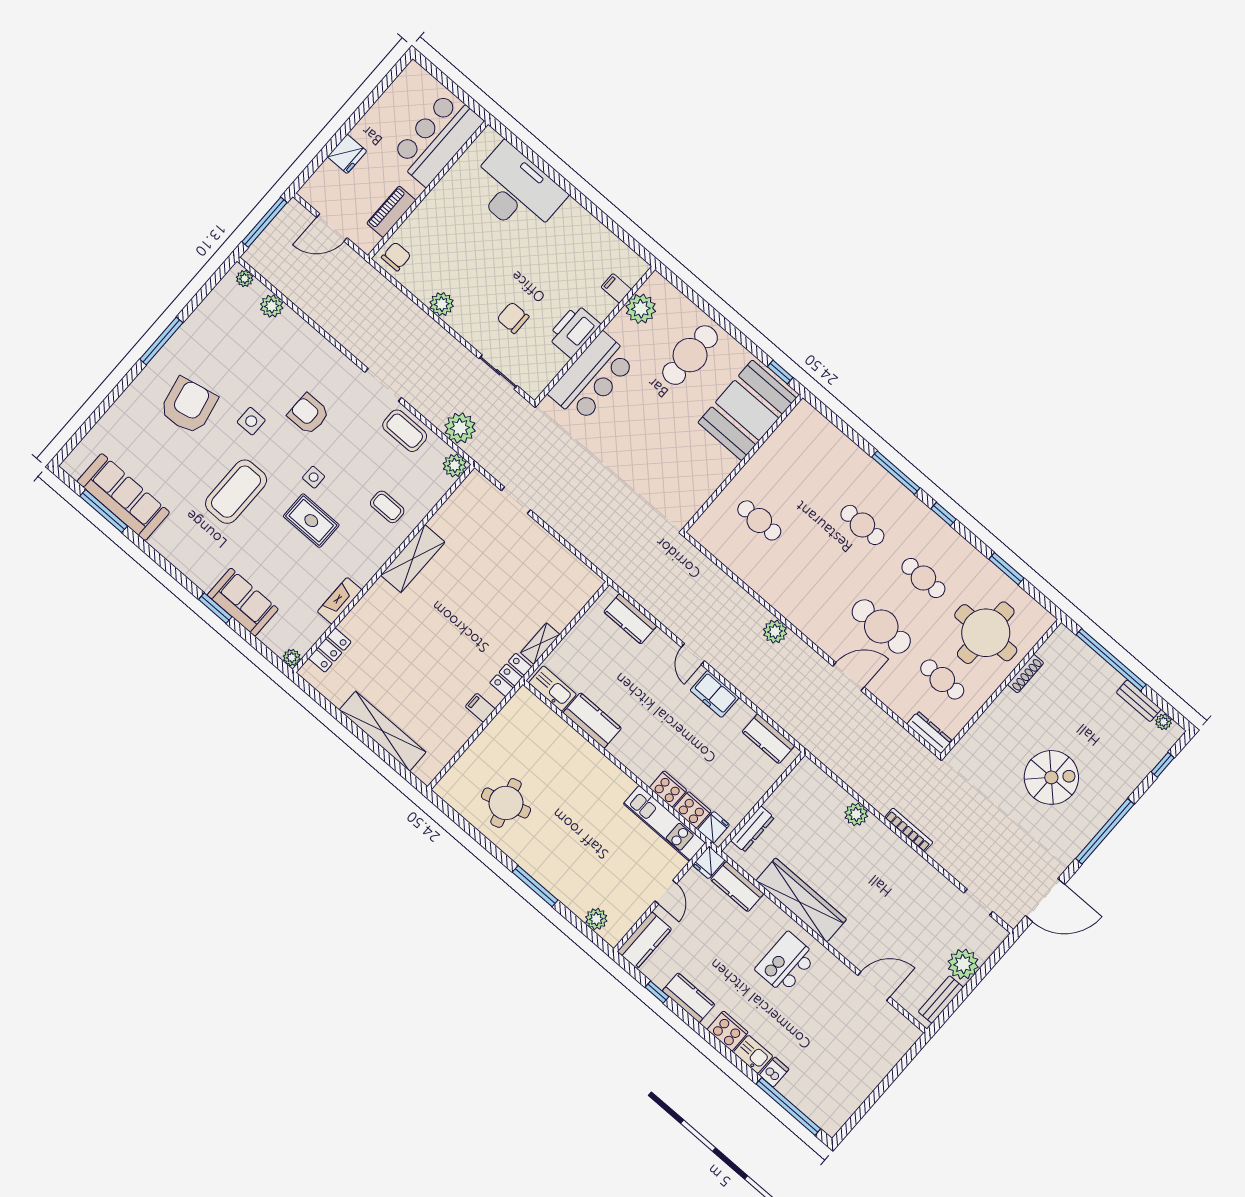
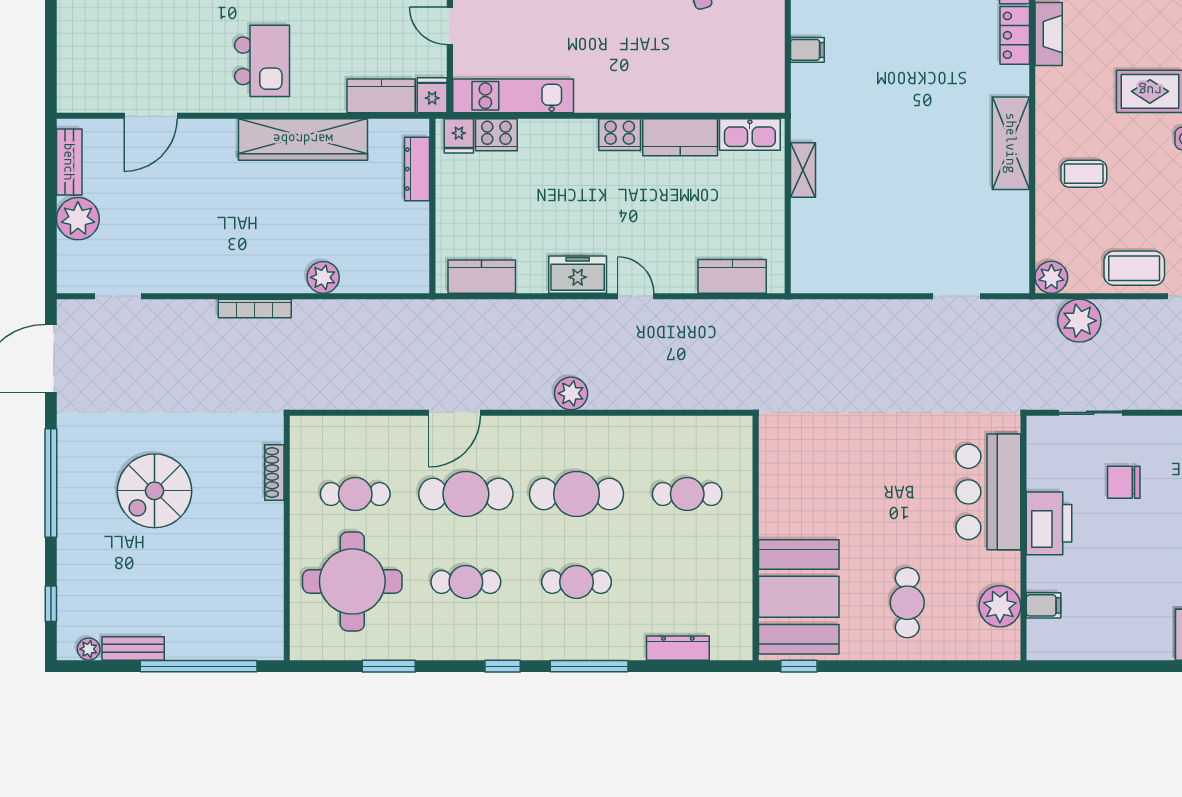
chair: (513, 318) -> (1124, 482), turned 180
cafe table: (690, 355) -> (907, 603), width x0.73, depth x0.74
cafe table: (820, 573) -> (577, 494), added
shoe rack: (1026, 674) -> (274, 473), moved
locker: (511, 675) -> (1015, 35), moved, turned 180
dresser: (929, 732) -> (678, 648), moved, turned 180
cooker: (668, 789) -> (620, 135), moved

